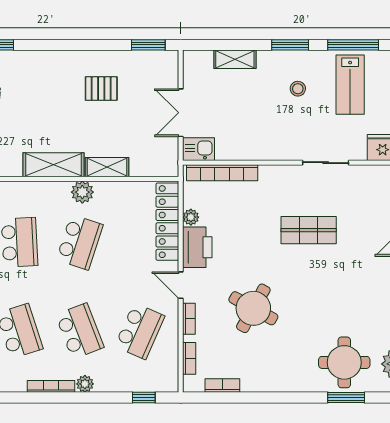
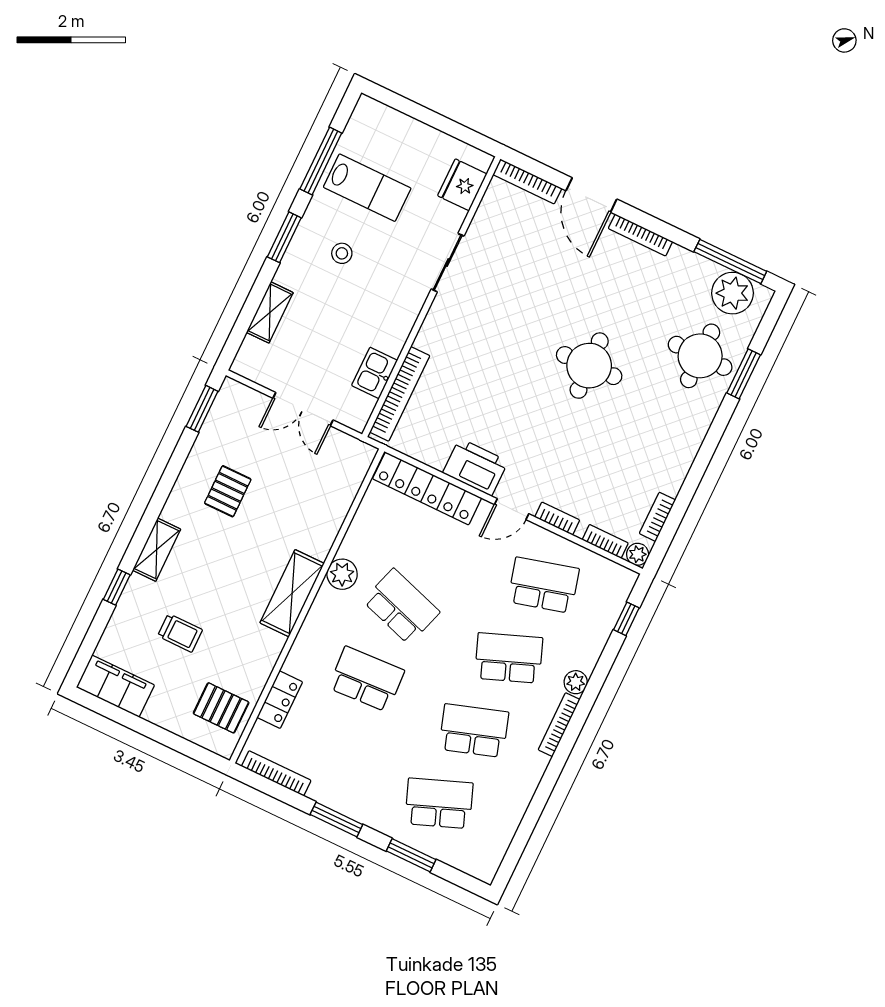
kitchen sink: (199, 149) -> (375, 373), moved
shelving: (107, 167) -> (157, 550), moved
plant: (191, 217) -> (638, 554), moved
shop shelf: (309, 230) -> (519, 322), removed
round table: (253, 308) -> (589, 366), moved, turned -31
school desk: (140, 331) -> (544, 585), turned -39

